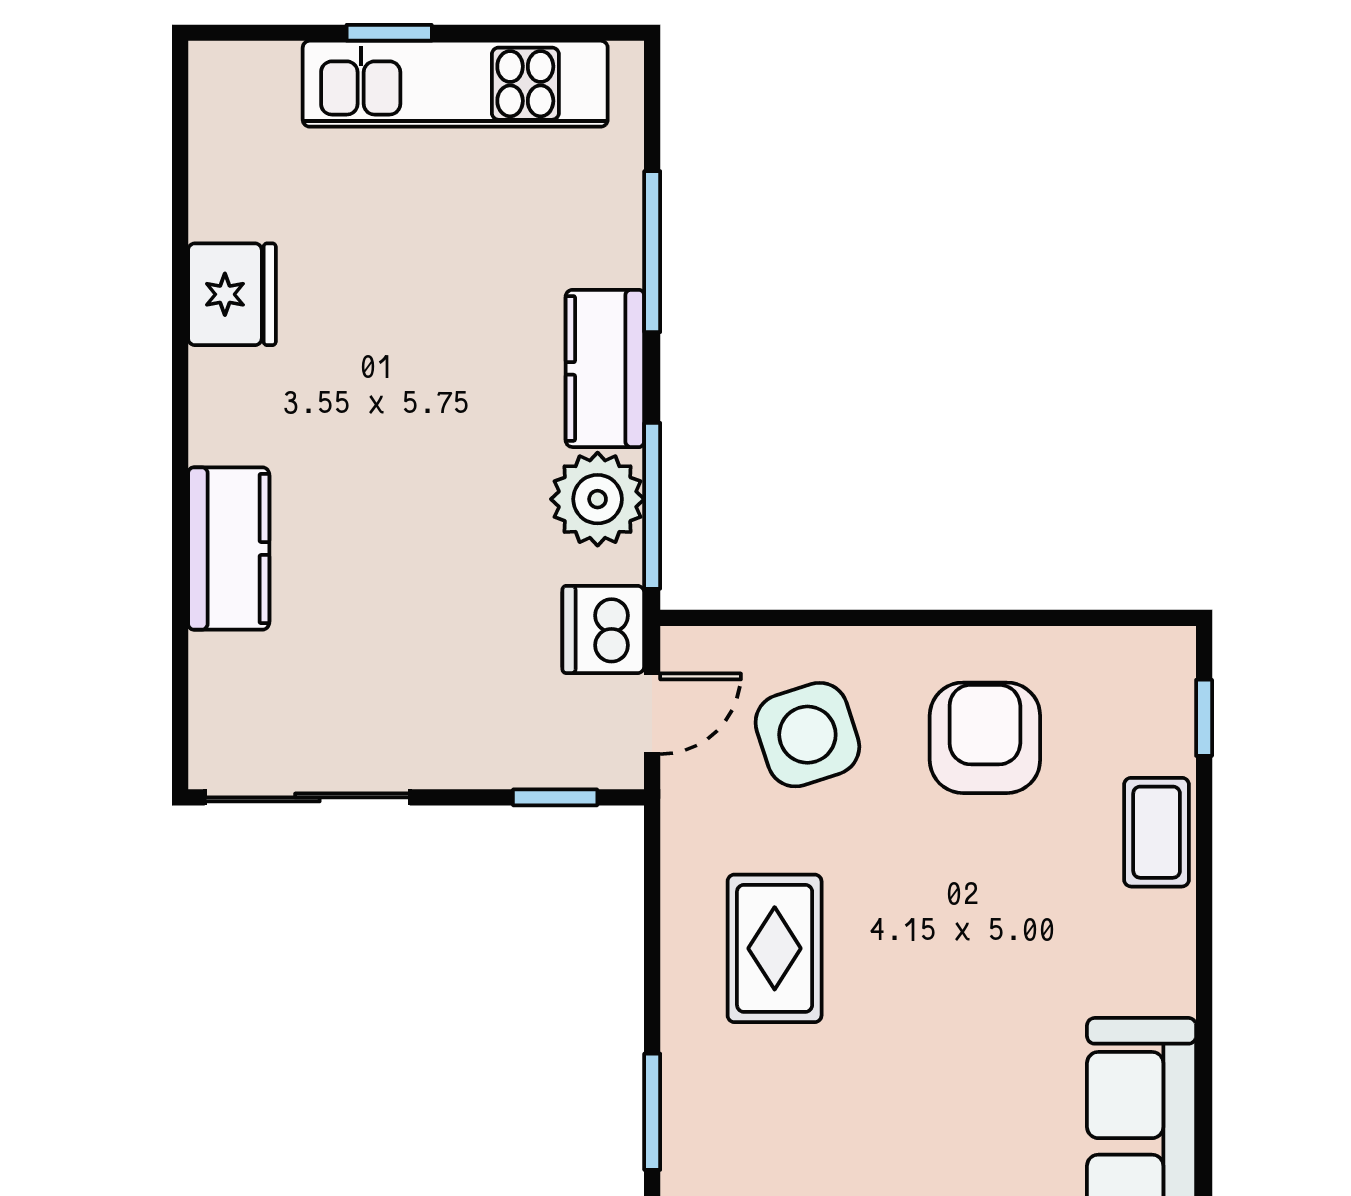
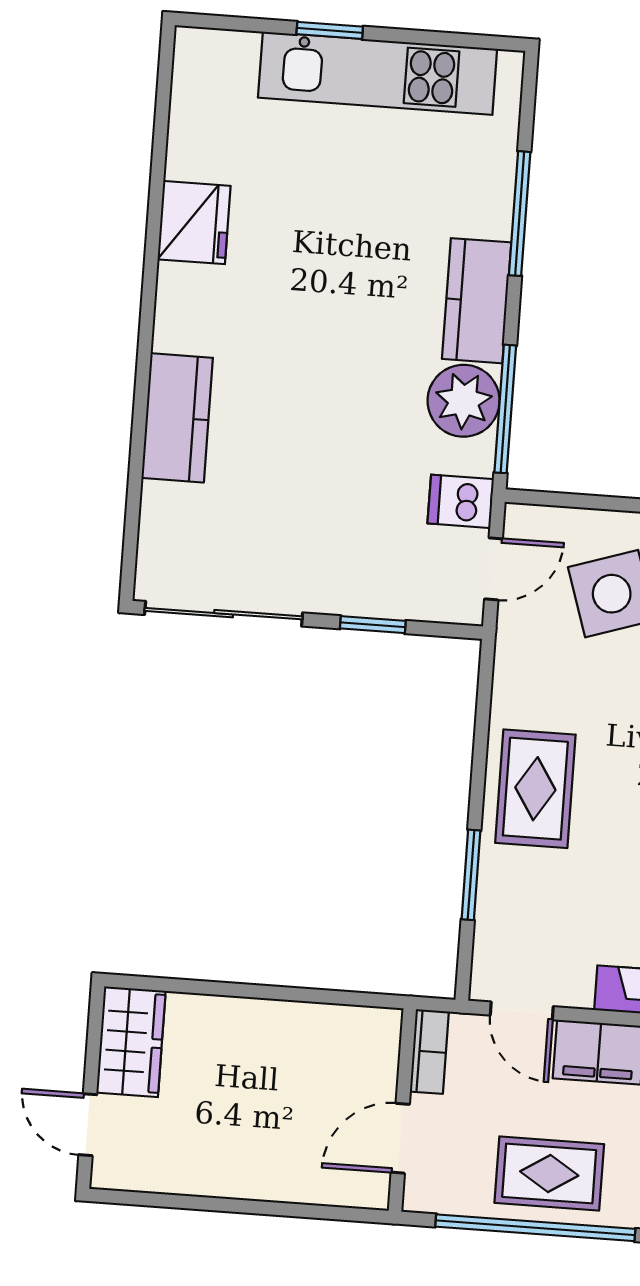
dishwasher: (603, 629) -> (461, 501), width x0.73
window: (555, 797) -> (373, 625), moved
rug: (775, 948) -> (535, 789), moved

